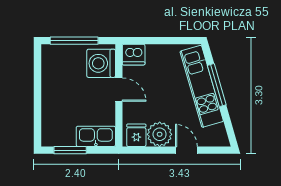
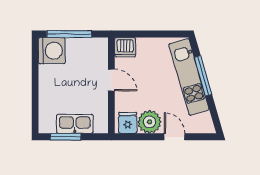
washing machine: (101, 63) -> (52, 51), moved, turned 180
kitchen sink: (96, 136) -> (75, 124), moved

